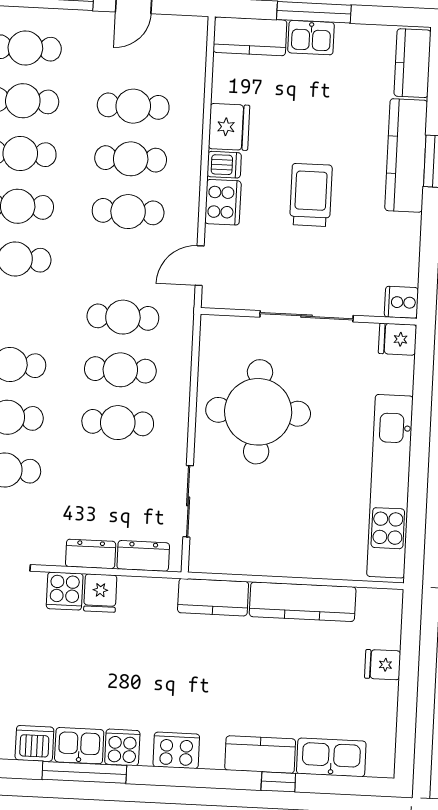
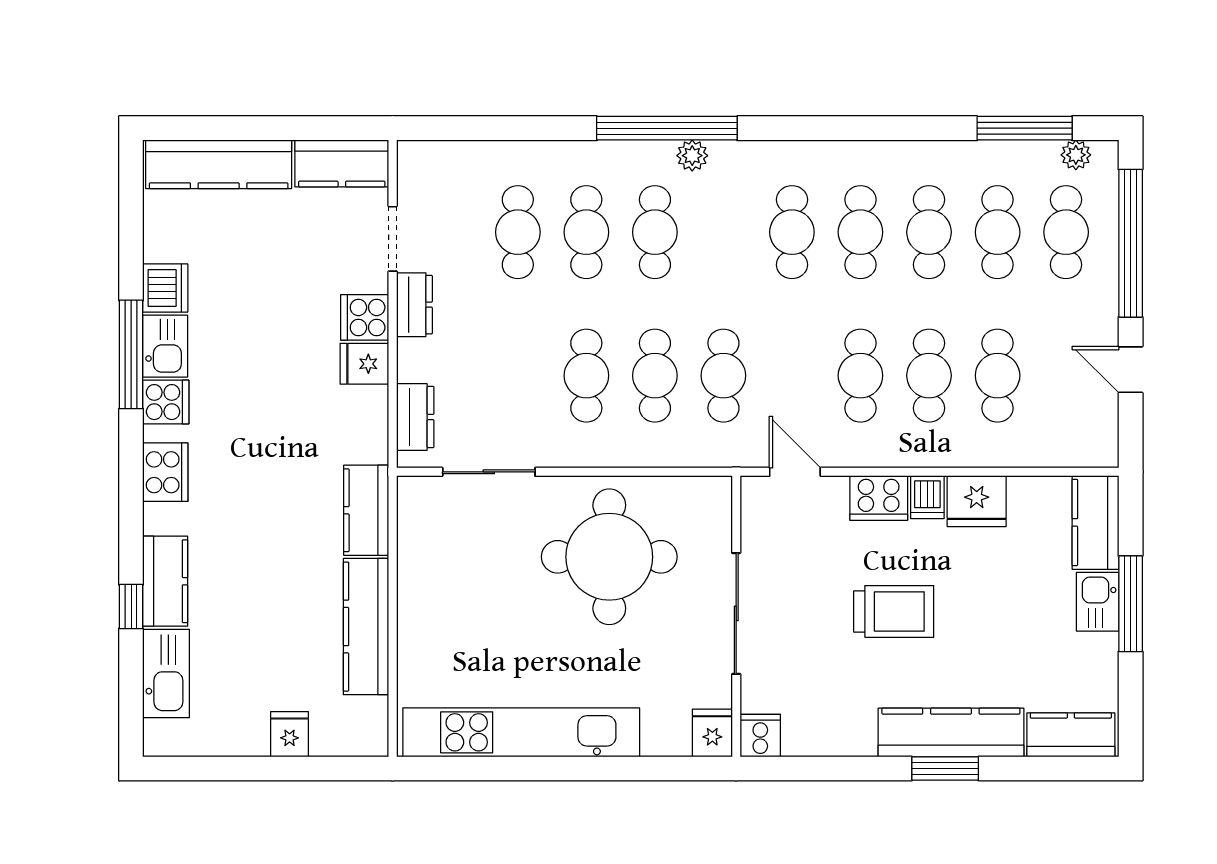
dresser: (91, 554) -> (414, 305), moved

